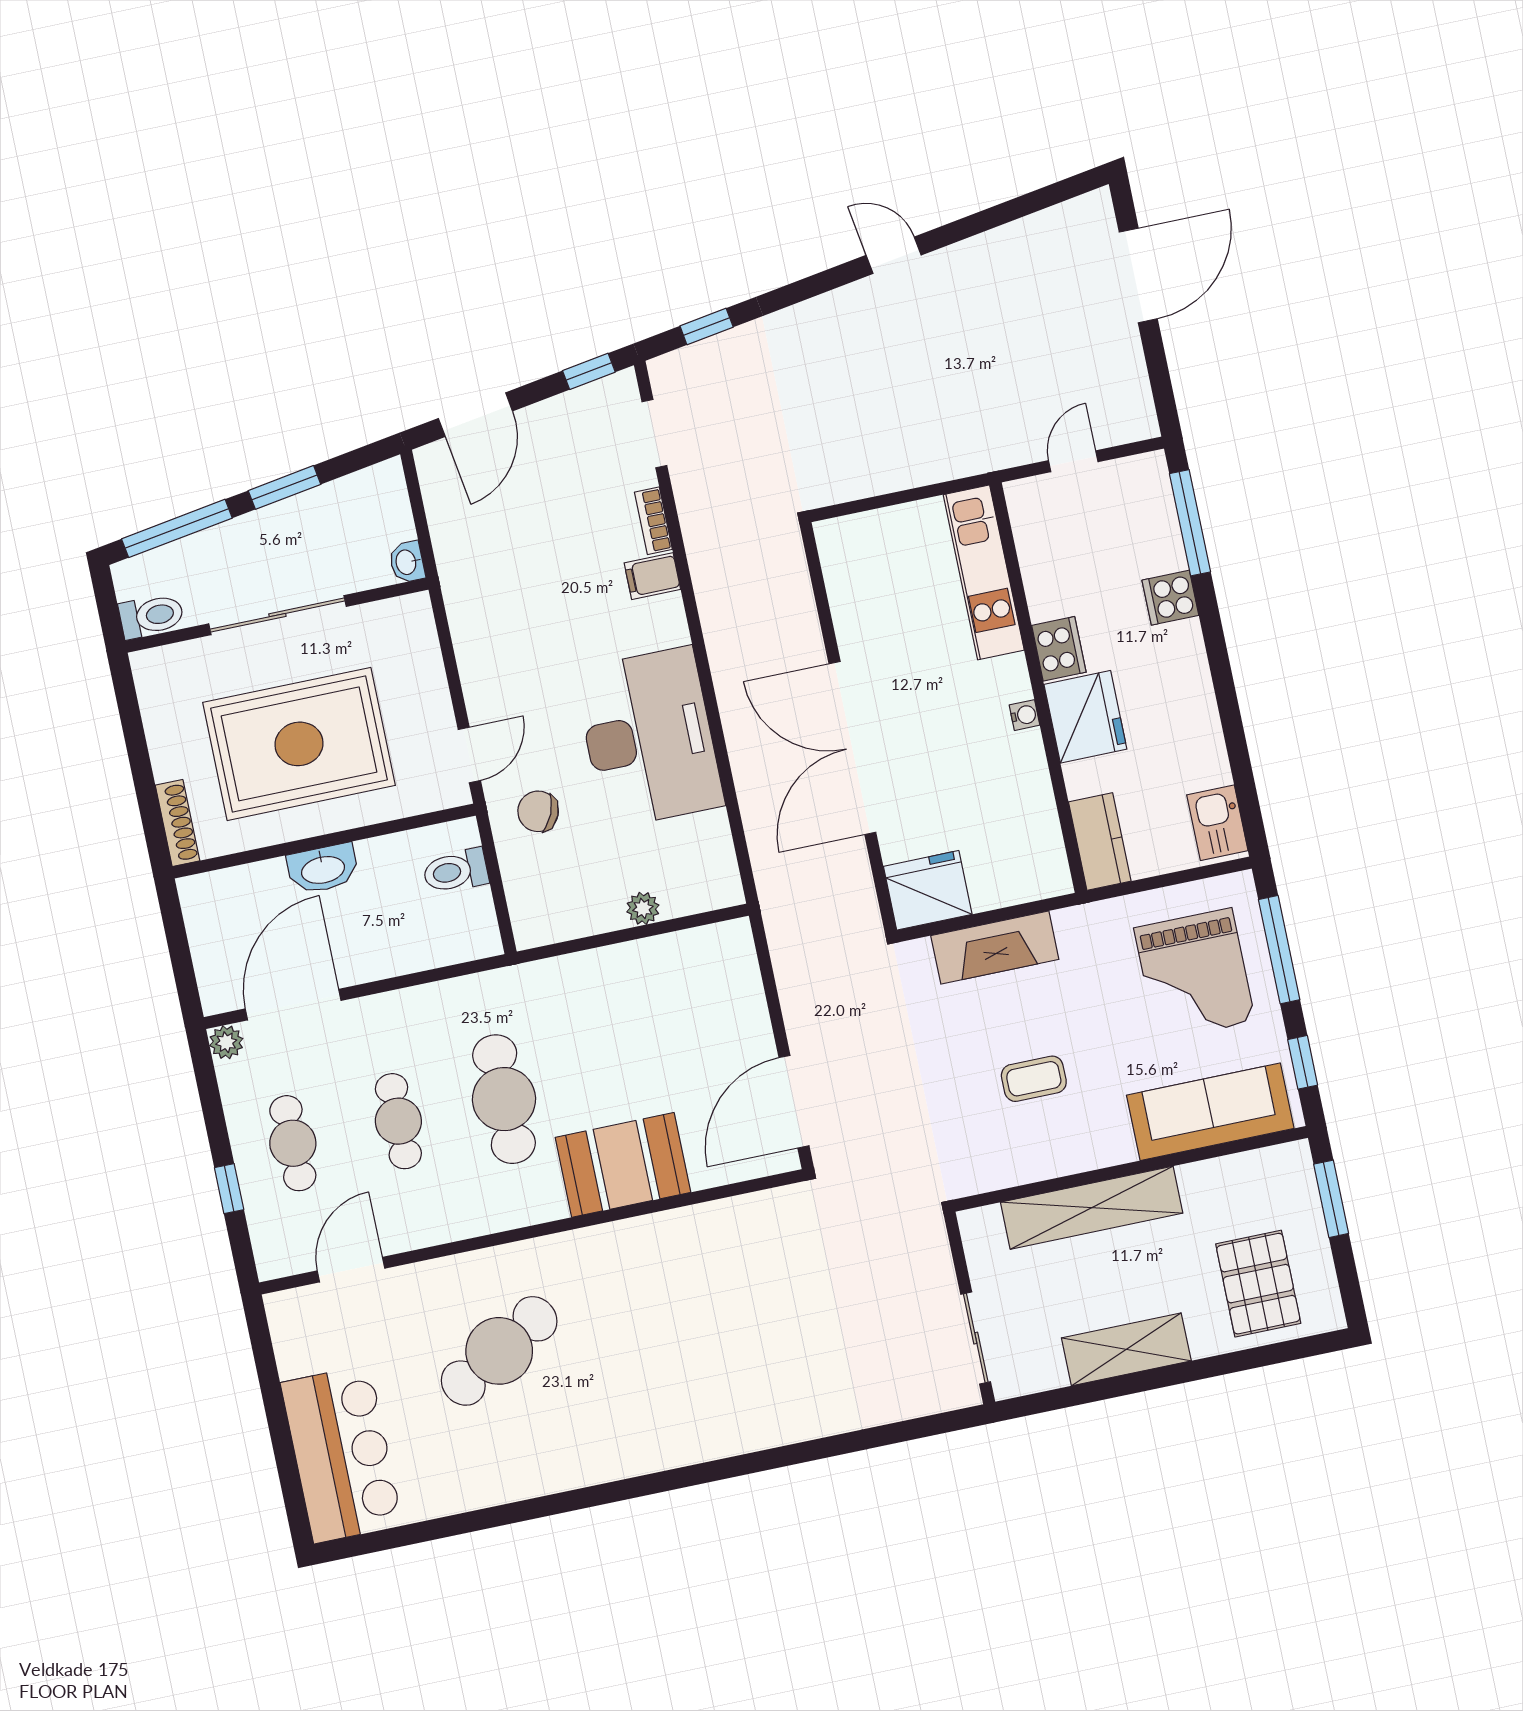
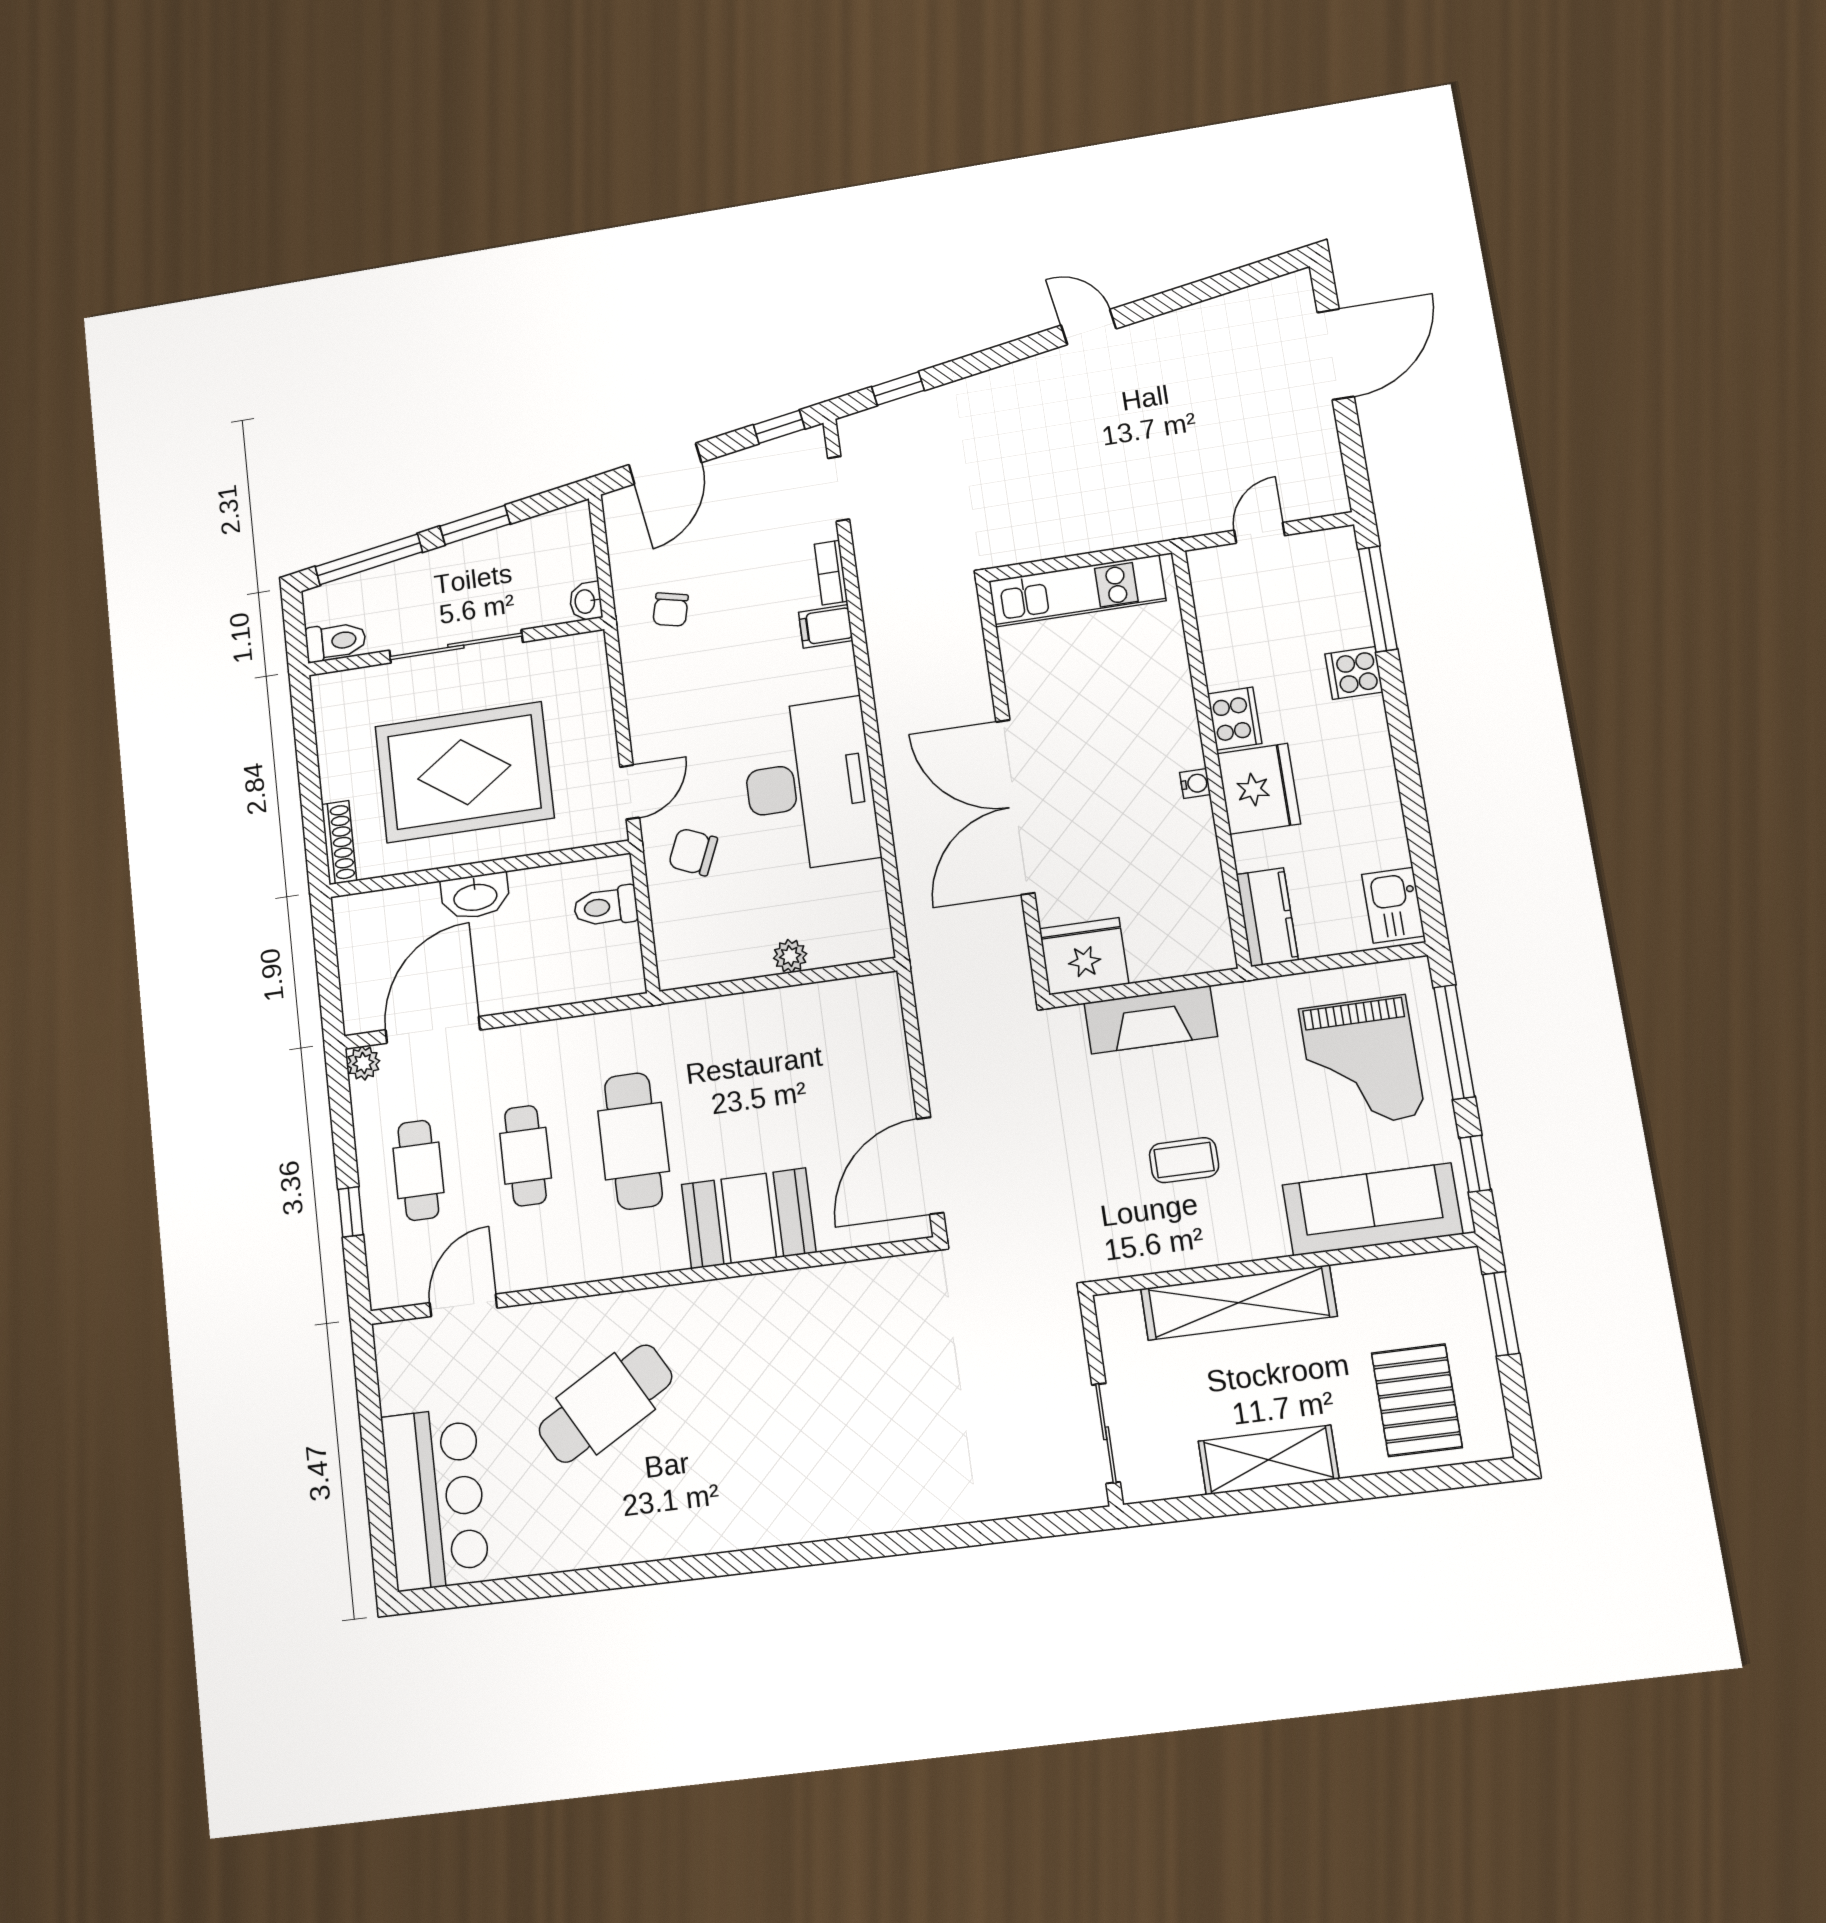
chair: (494, 566) -> (671, 609), added
kitchen unit: (984, 572) -> (1077, 591), moved, turned -90

